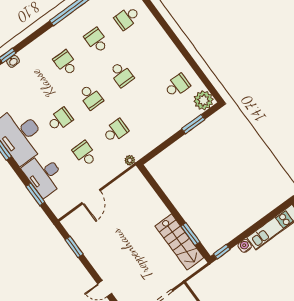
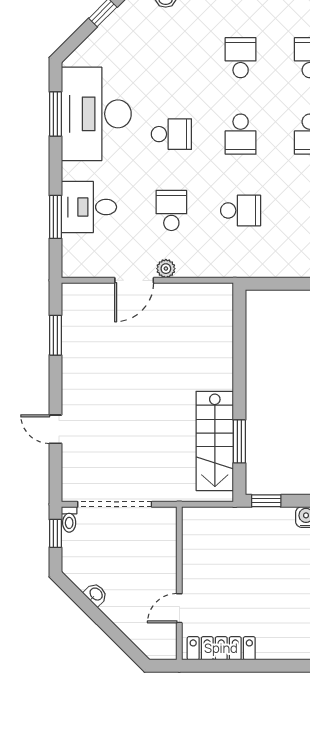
plant: (130, 160) -> (166, 269), moved
desk: (44, 175) -> (89, 207), width x0.73

